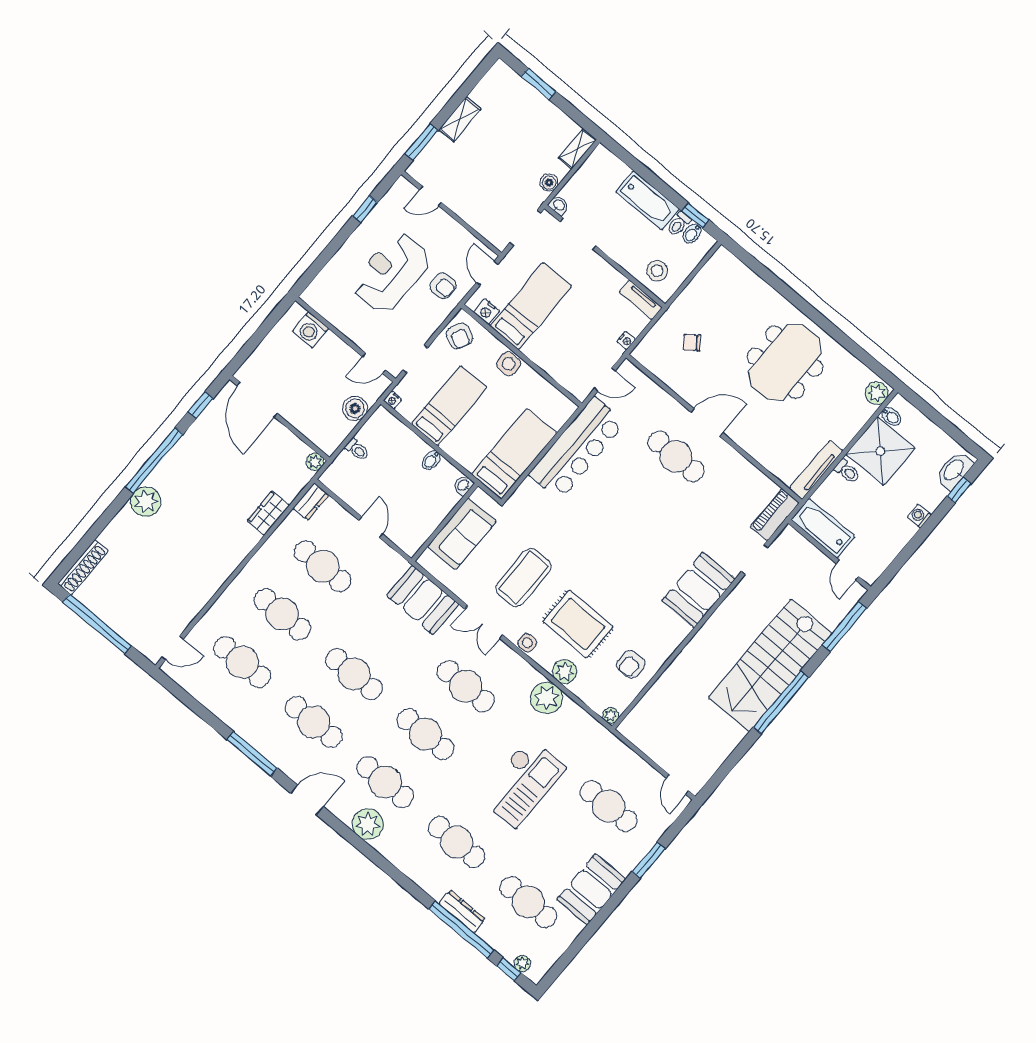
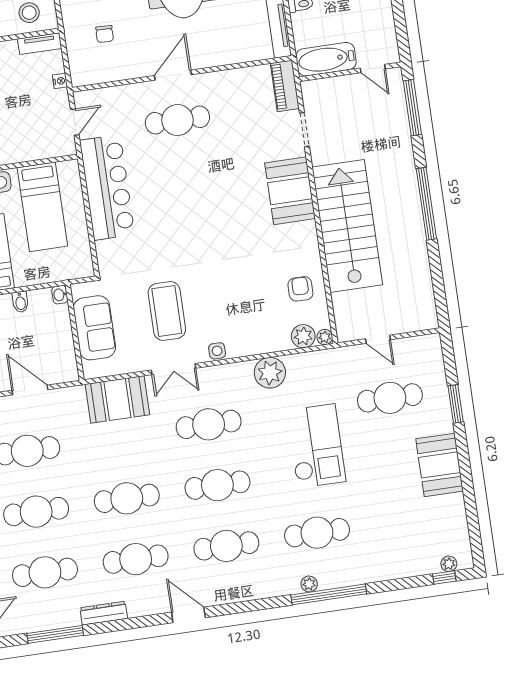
chair: (692, 343) -> (105, 34), turned -51
bed: (514, 454) -> (42, 207), moved, turned 180
door: (371, 527) -> (30, 390), width x1.38
rug: (578, 624) -> (236, 301), removed
armchair: (631, 664) -> (300, 289), turned 180
stairs: (770, 666) -> (347, 226), moved, turned 180
plant: (565, 671) -> (303, 336), moved
window: (252, 754) -> (55, 634), moved
door: (678, 785) -> (378, 339), moved
door: (307, 800) -> (188, 615), hinge flipped
plant: (368, 824) -> (309, 584), moved, width x0.53, depth x0.53
cafe table: (528, 902) -> (408, 519), removed
dresser: (462, 911) -> (104, 613), moved
window: (461, 929) -> (329, 594), moved

